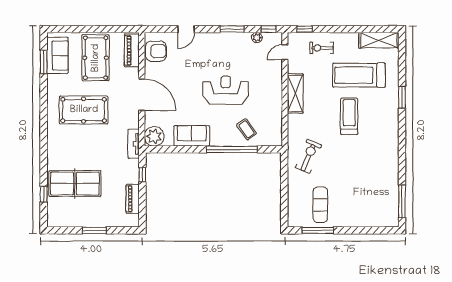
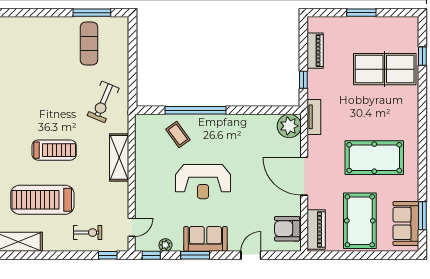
treadmill: (359, 75) -> (42, 200), turned 180
shelving: (295, 93) -> (119, 157), moved
treadmill: (349, 116) -> (54, 150), turned -90
sofa: (192, 136) -> (205, 239), moved, turned 180

